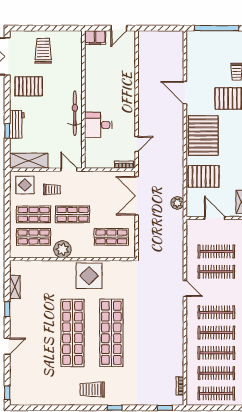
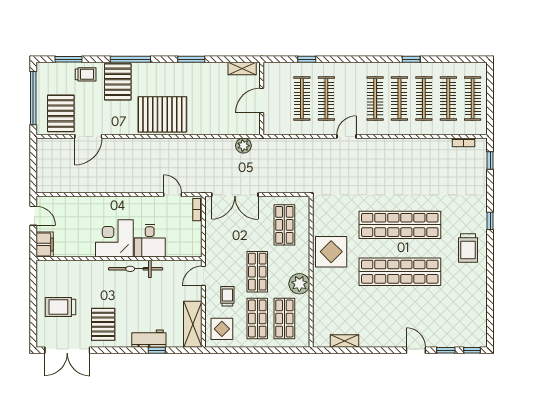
door: (185, 93) -> (88, 136), moved
corner desk: (100, 96) -> (114, 238), added
pallet: (203, 176) -> (61, 113), moved
window: (7, 309) -> (446, 350), moved

